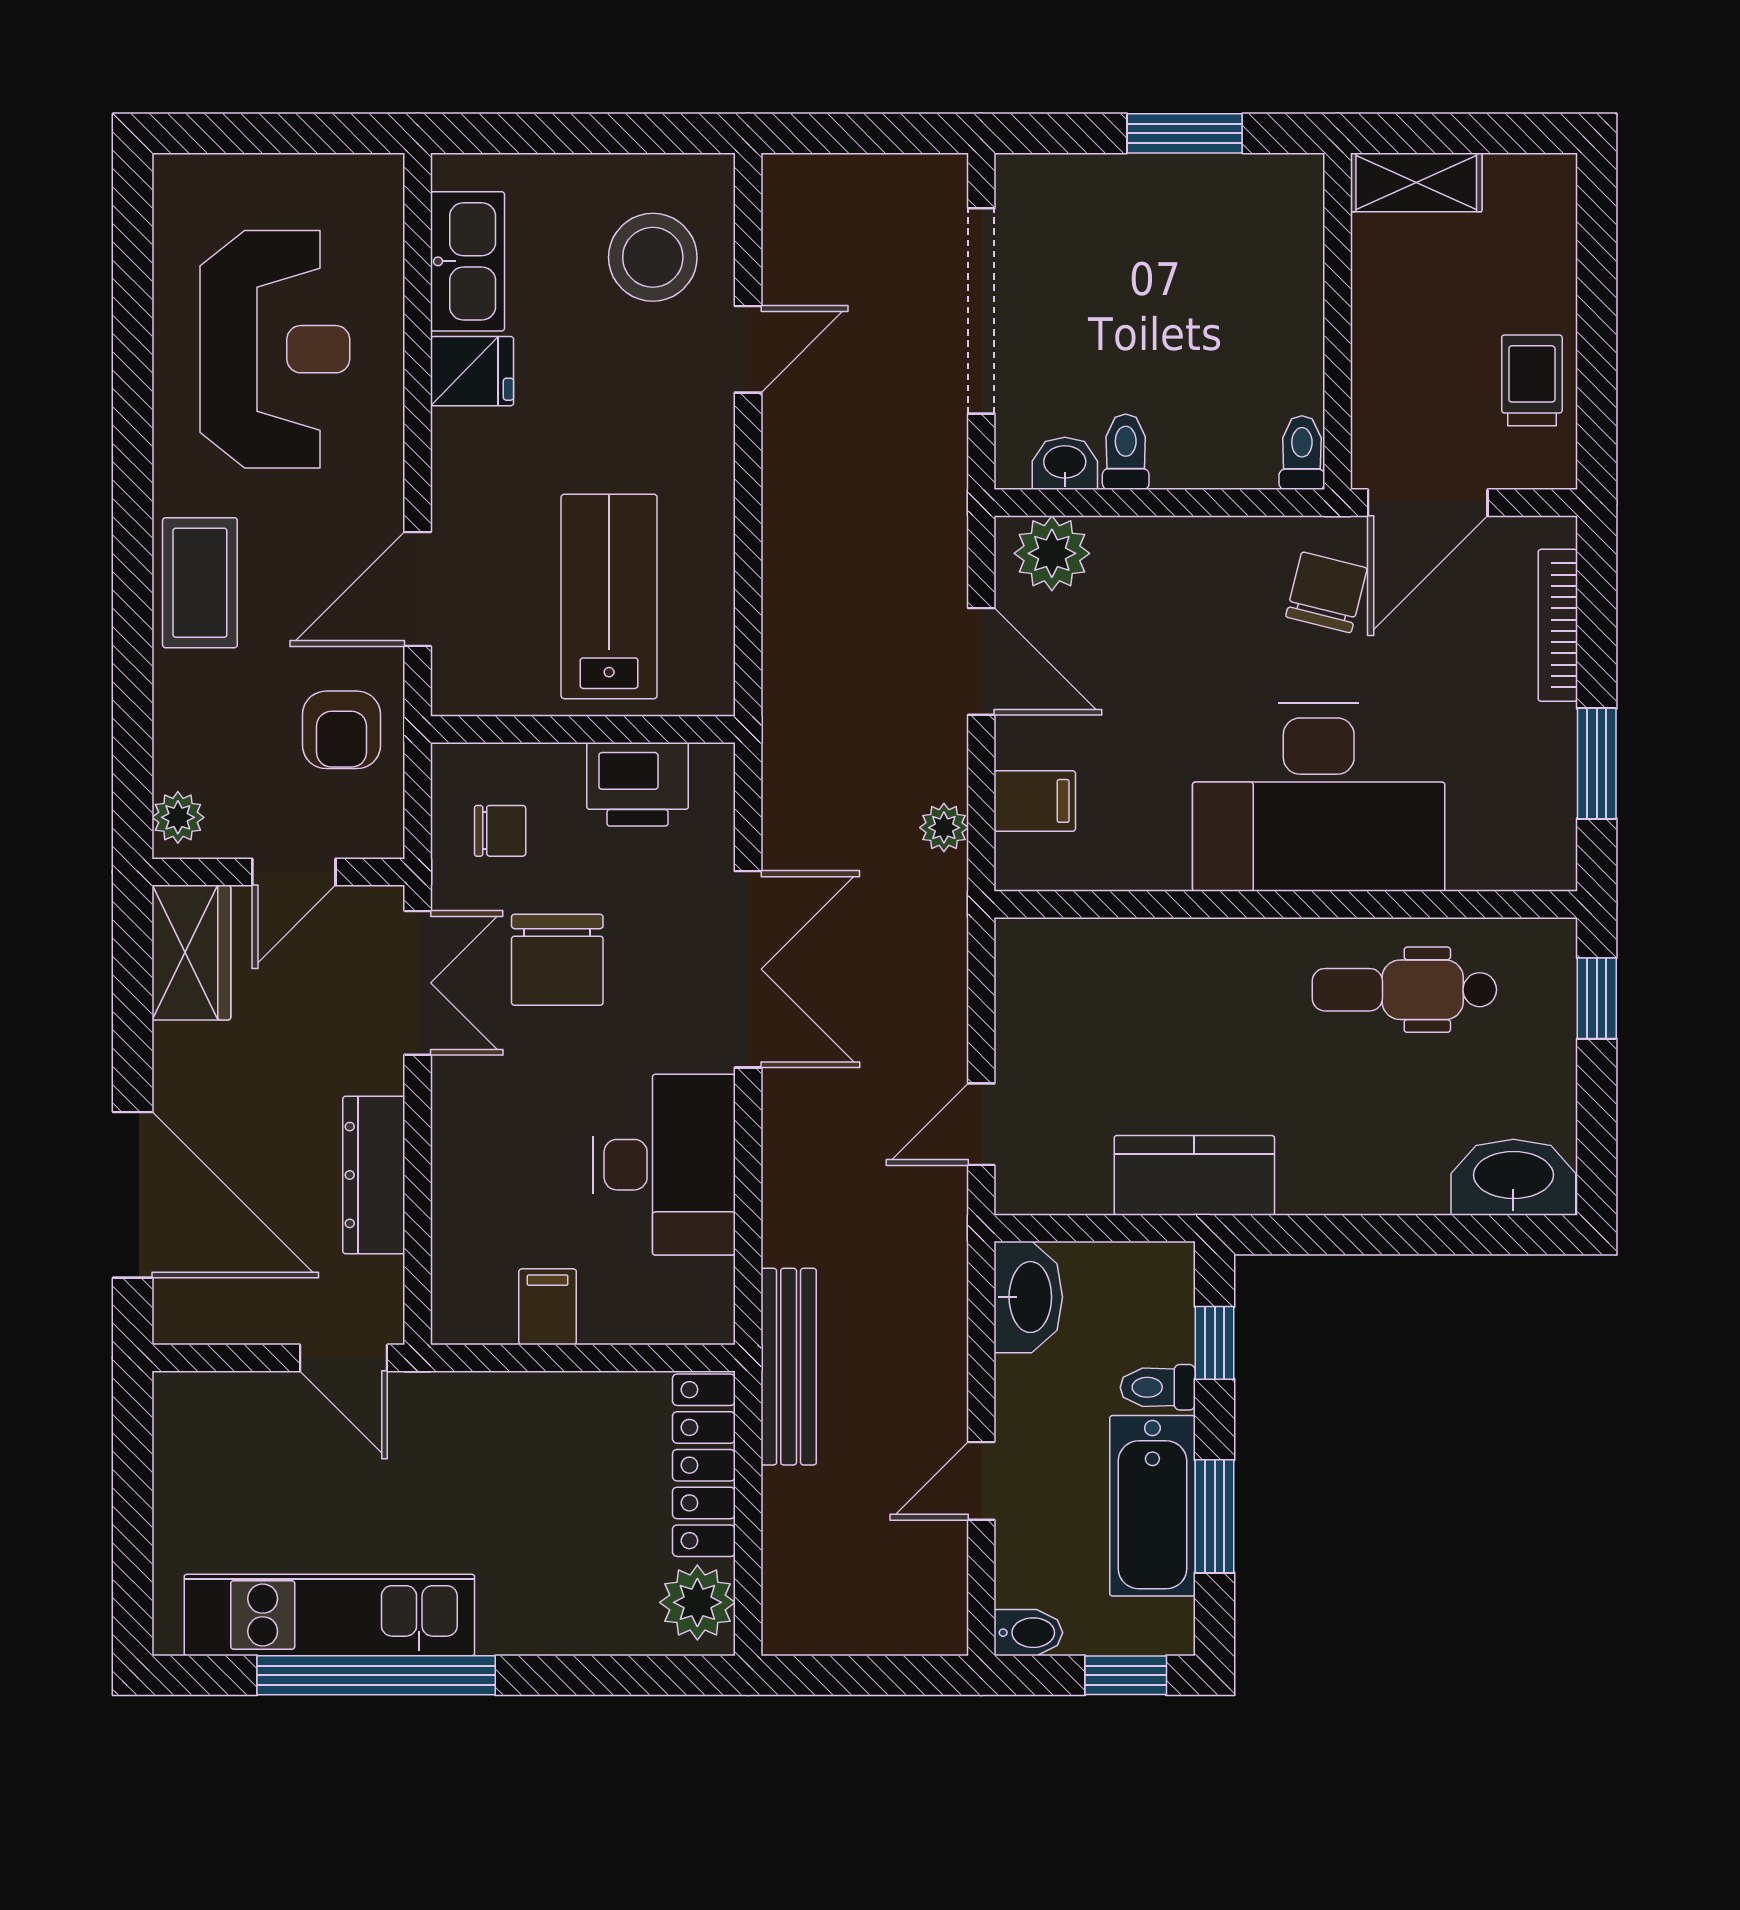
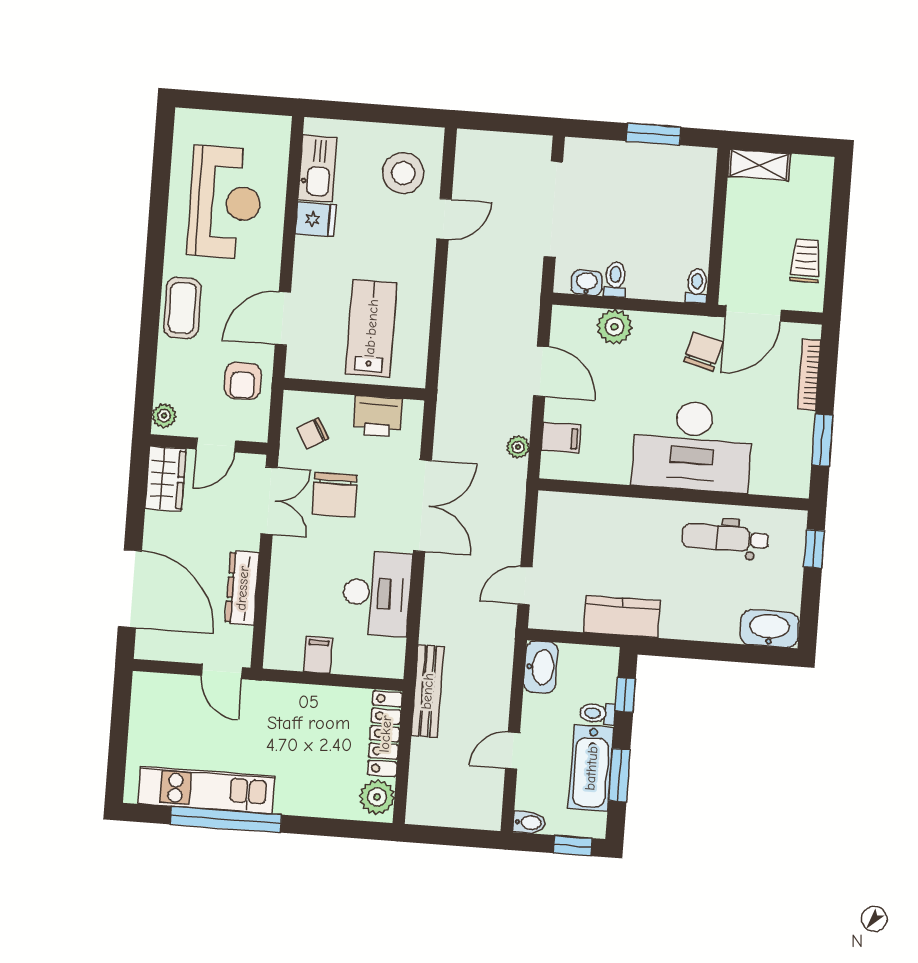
plant: (1052, 553) -> (614, 327), moved
chair: (500, 831) -> (313, 433), turned 150

